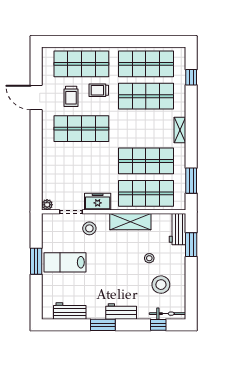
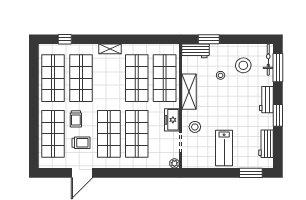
shop shelf: (81, 161) -> (137, 134), added
window: (191, 181) -> (154, 39), removed
window: (36, 261) -> (251, 173), moved
window: (158, 325) -> (278, 68), width x2.17

